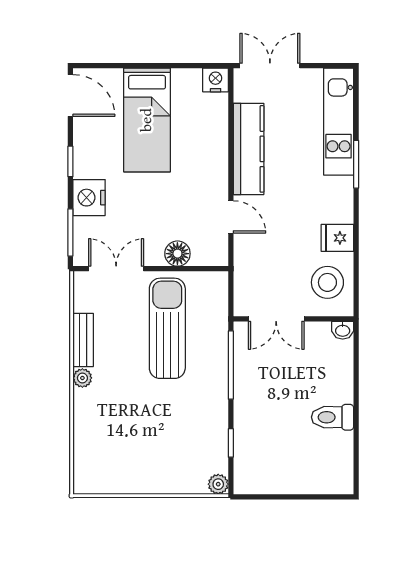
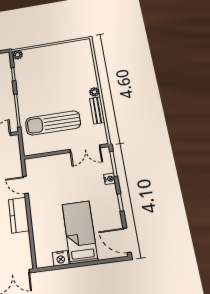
nightstand: (216, 80) -> (61, 258), moved
kitchen counter: (249, 149) -> (19, 215), width x0.67
nightstand: (89, 198) -> (110, 179), width x0.53, depth x0.56
floor lamp: (177, 254) -> (52, 161), removed
sun lounger: (167, 328) -> (53, 123), turned 90

